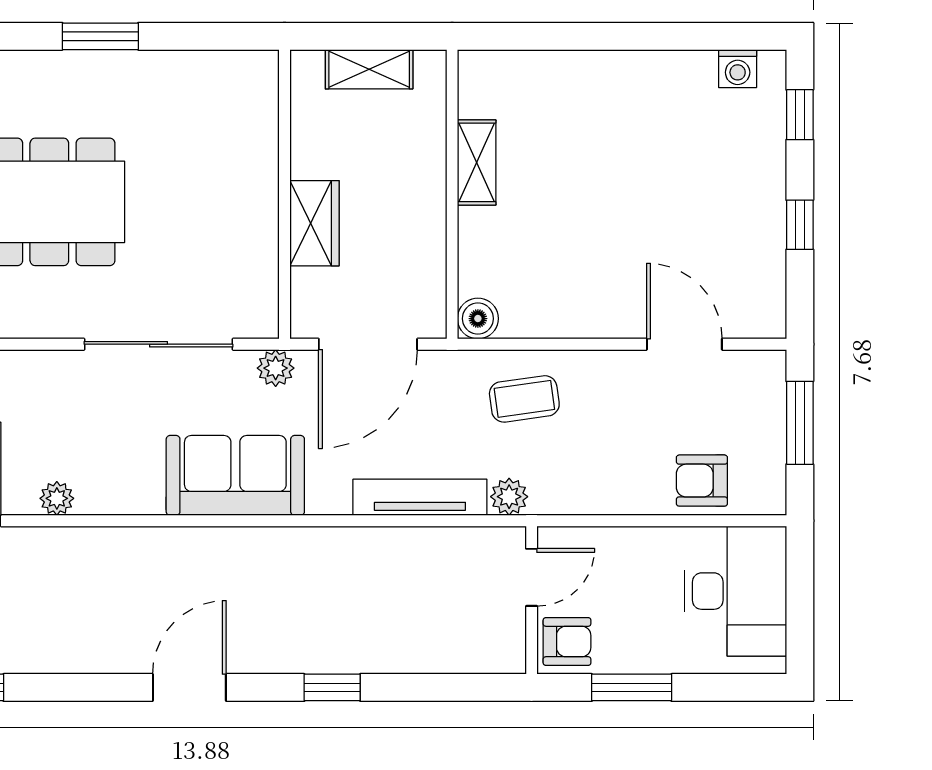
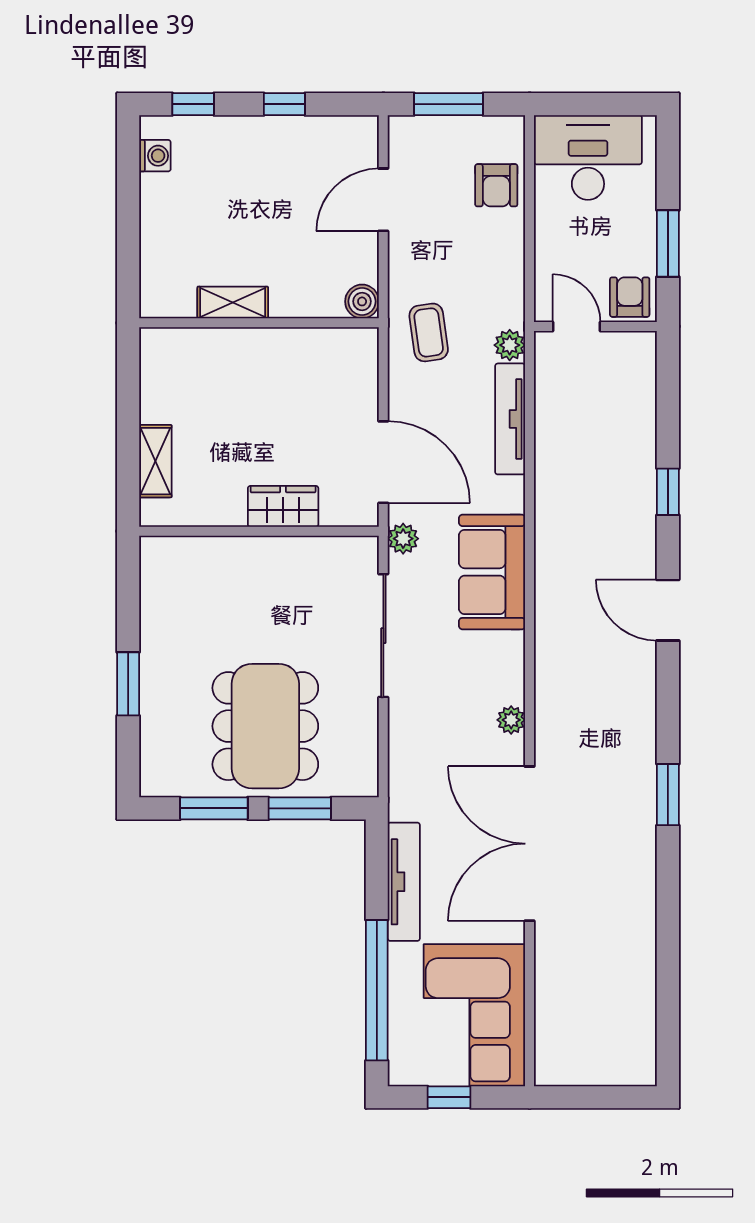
shelving: (477, 162) -> (233, 303), moved
wall: (452, 194) -> (259, 323), moved
boiler: (478, 319) -> (362, 301), moved

